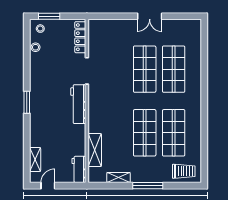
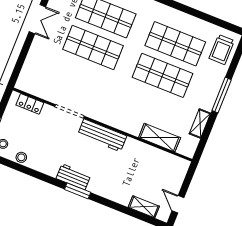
locker: (80, 37) -> (30, 104), width x0.66
workbench: (79, 169) -> (73, 177), moved, turned 180
trolley: (184, 171) -> (222, 49), turned 180

